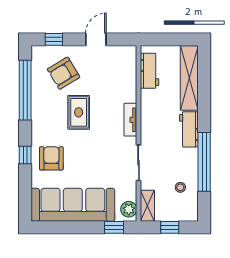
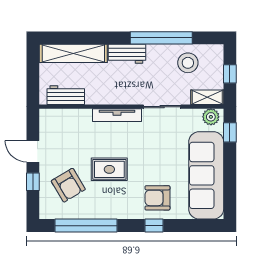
window: (54, 39) -> (33, 182), moved
tv unit: (130, 120) -> (117, 115), width x1.41
stool: (180, 187) -> (188, 63), width x1.89, depth x1.89

